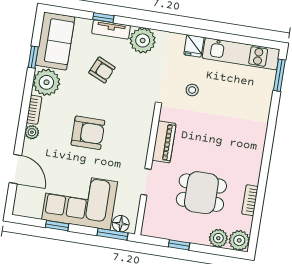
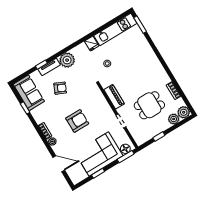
plant: (46, 82) -> (40, 114), removed

